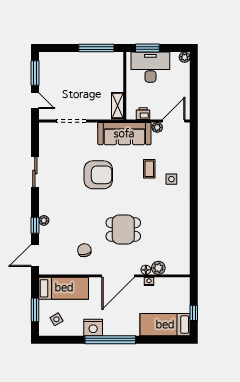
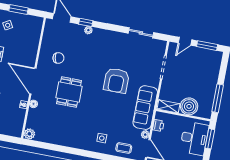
boiler: (113, 81) -> (189, 106), added
coffee table: (149, 169) -> (124, 148), moved
sliding door: (35, 172) -> (141, 33), moved
plant: (158, 268) -> (29, 134), moved
bed: (64, 288) -> (31, 36), removed

